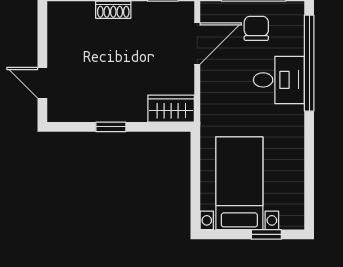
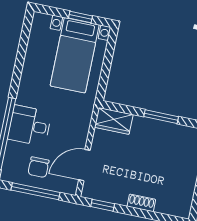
window: (111, 127) -> (161, 117), width x1.50
window: (266, 234) -> (80, 17), moved

